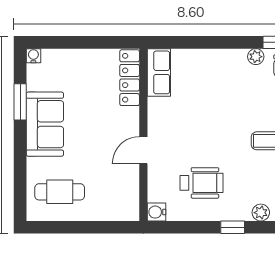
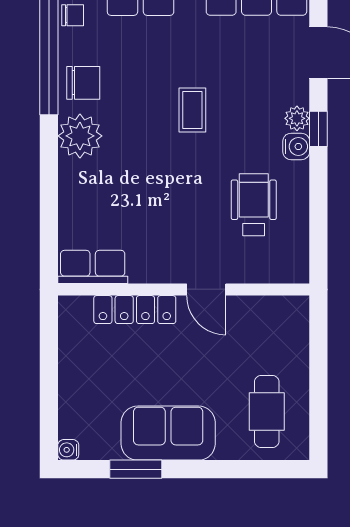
plant: (256, 57) -> (80, 136), width x1.87, depth x1.87
locker: (130, 78) -> (135, 310), moved
water cooler: (157, 212) -> (296, 146), moved, turned -90
window: (233, 227) -> (318, 129), moved

